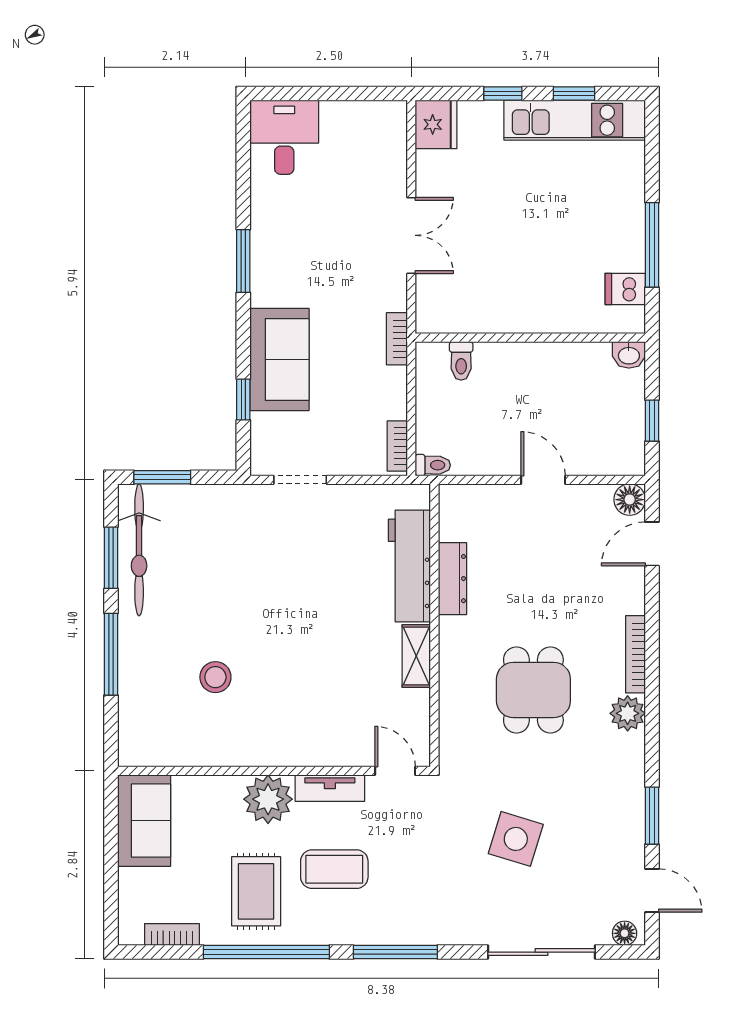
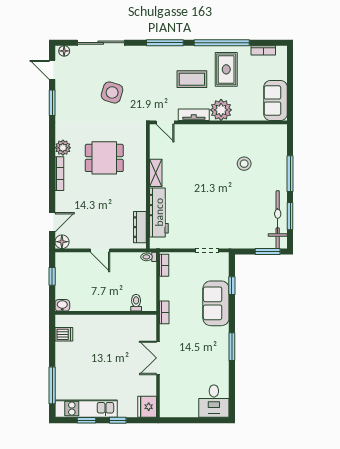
window: (652, 245) -> (52, 385), moved
dresser: (452, 579) -> (140, 227), moved
dining table: (533, 690) -> (104, 158), turned 90

